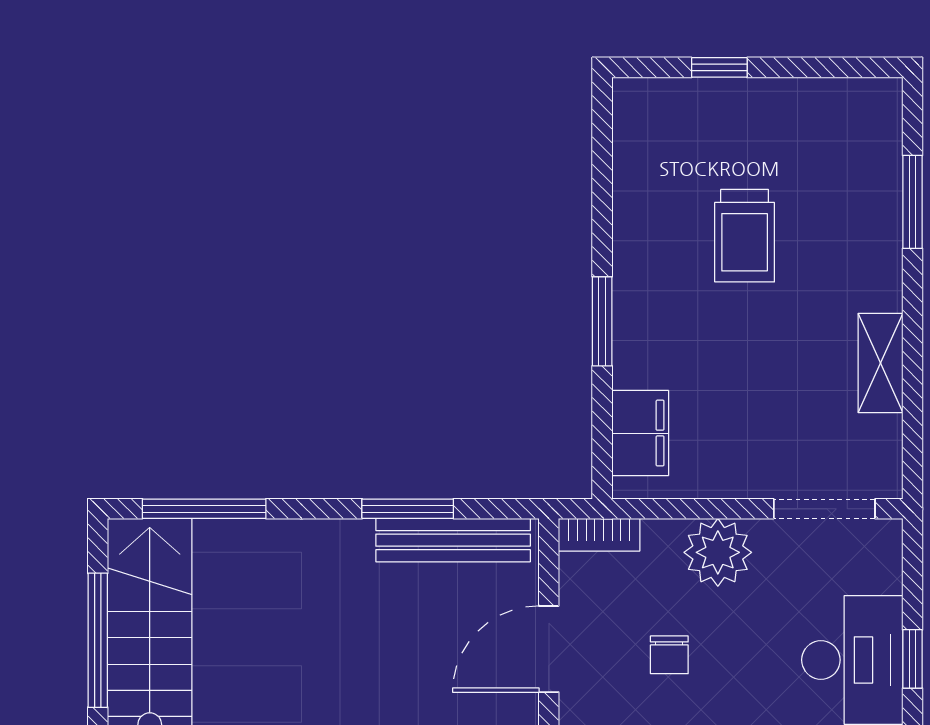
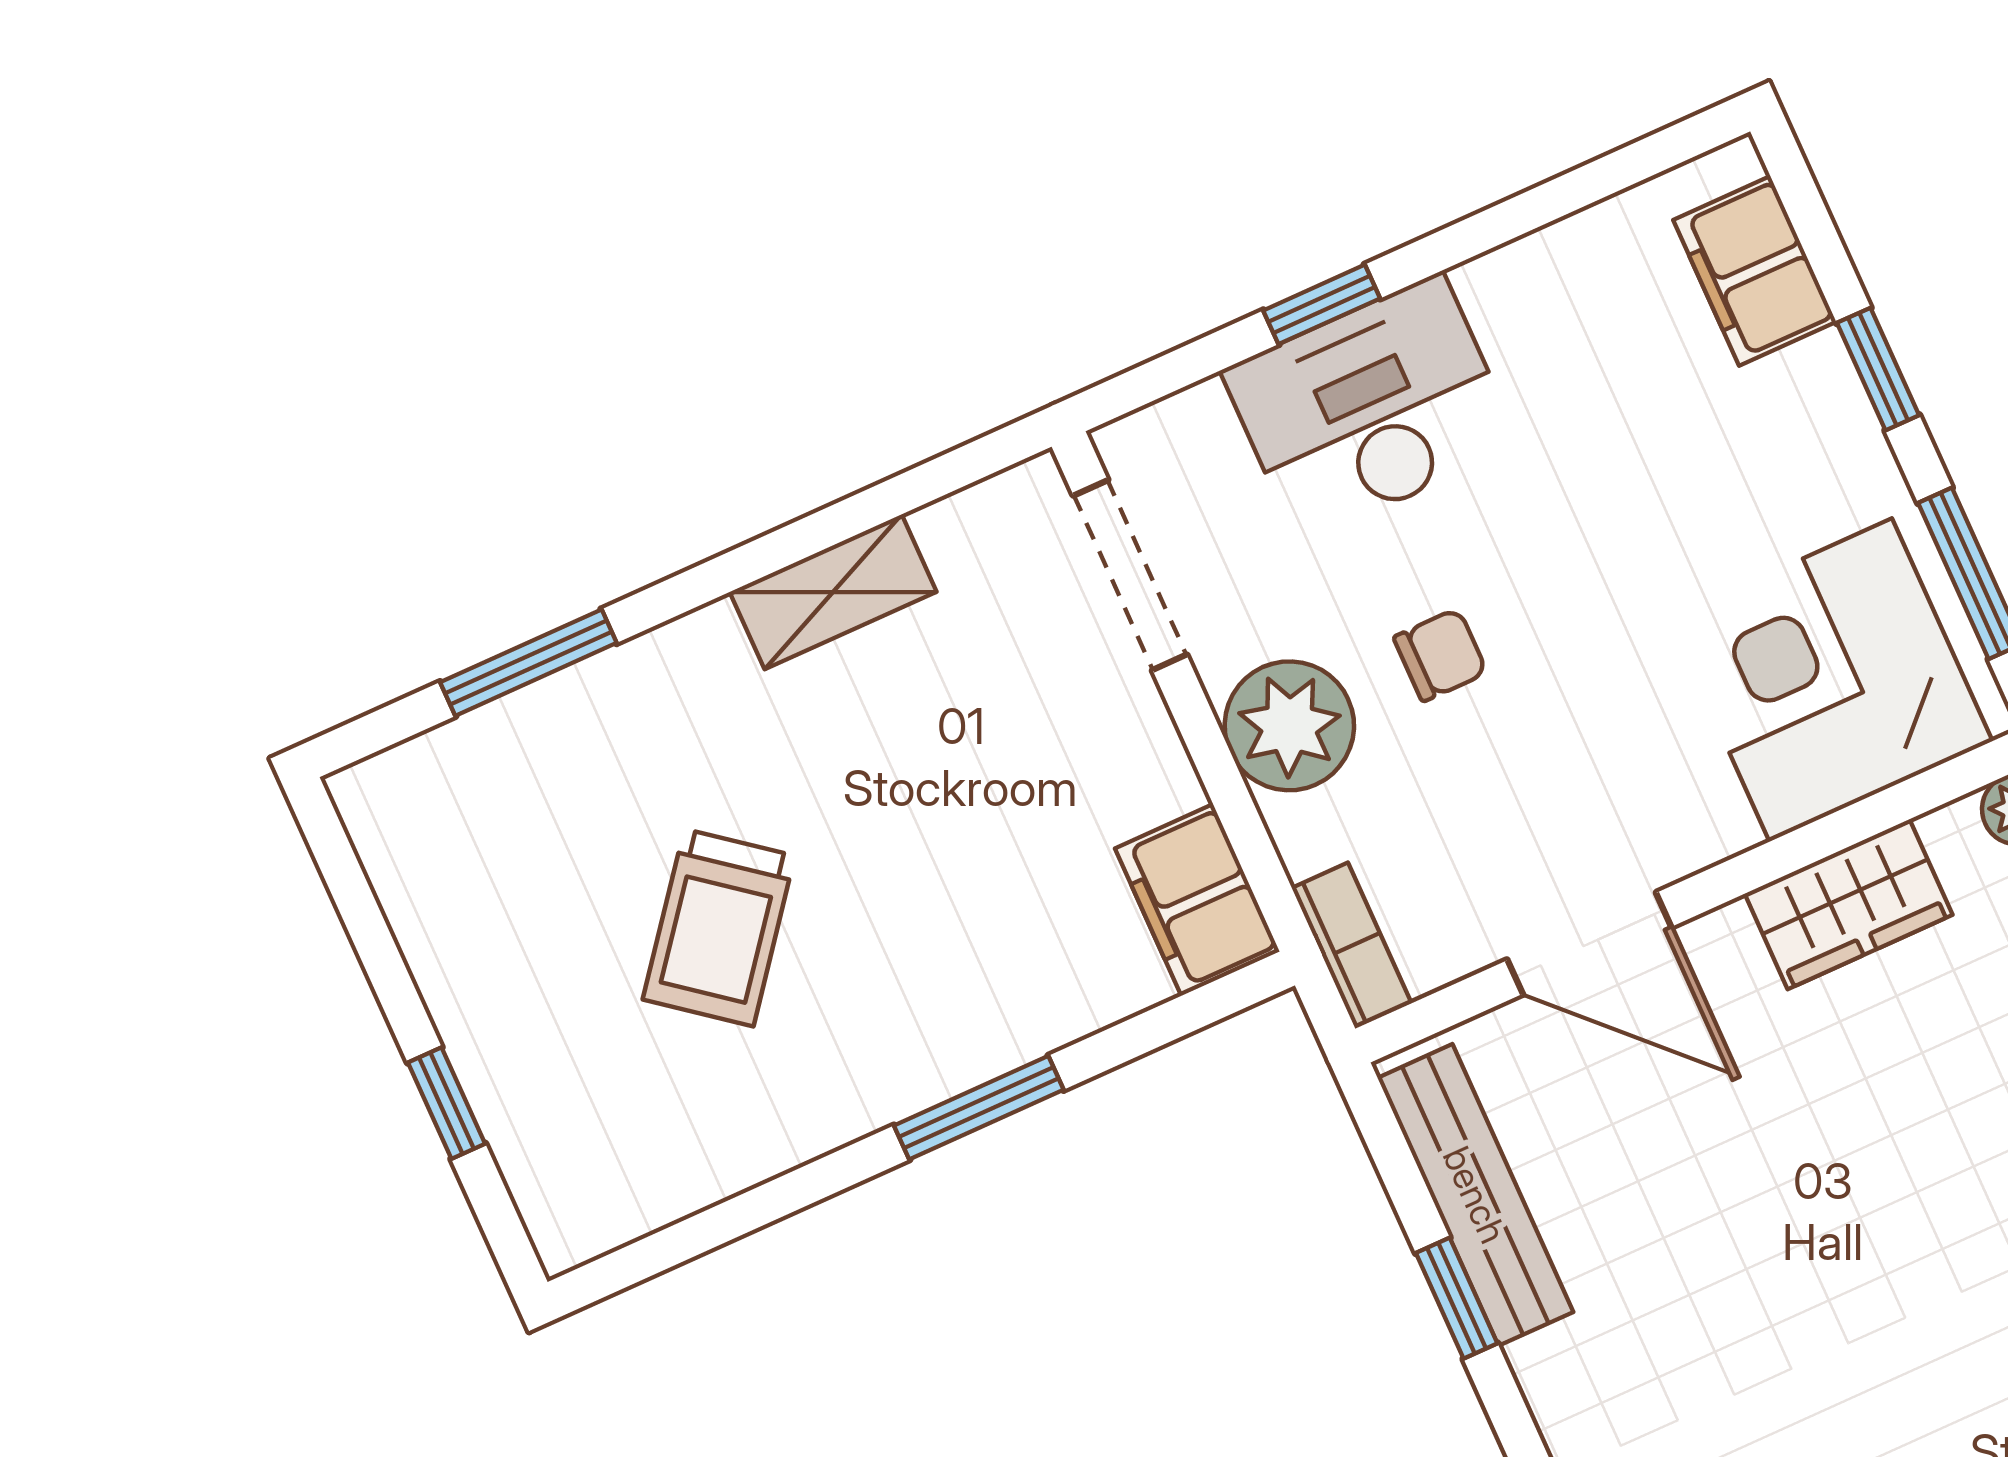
trolley: (745, 236) -> (719, 928), turned 128
filing cabinet: (640, 433) -> (1197, 900), moved, turned -90
window: (408, 509) -> (1457, 1298), width x0.67
chair: (669, 655) -> (1440, 655), moved

